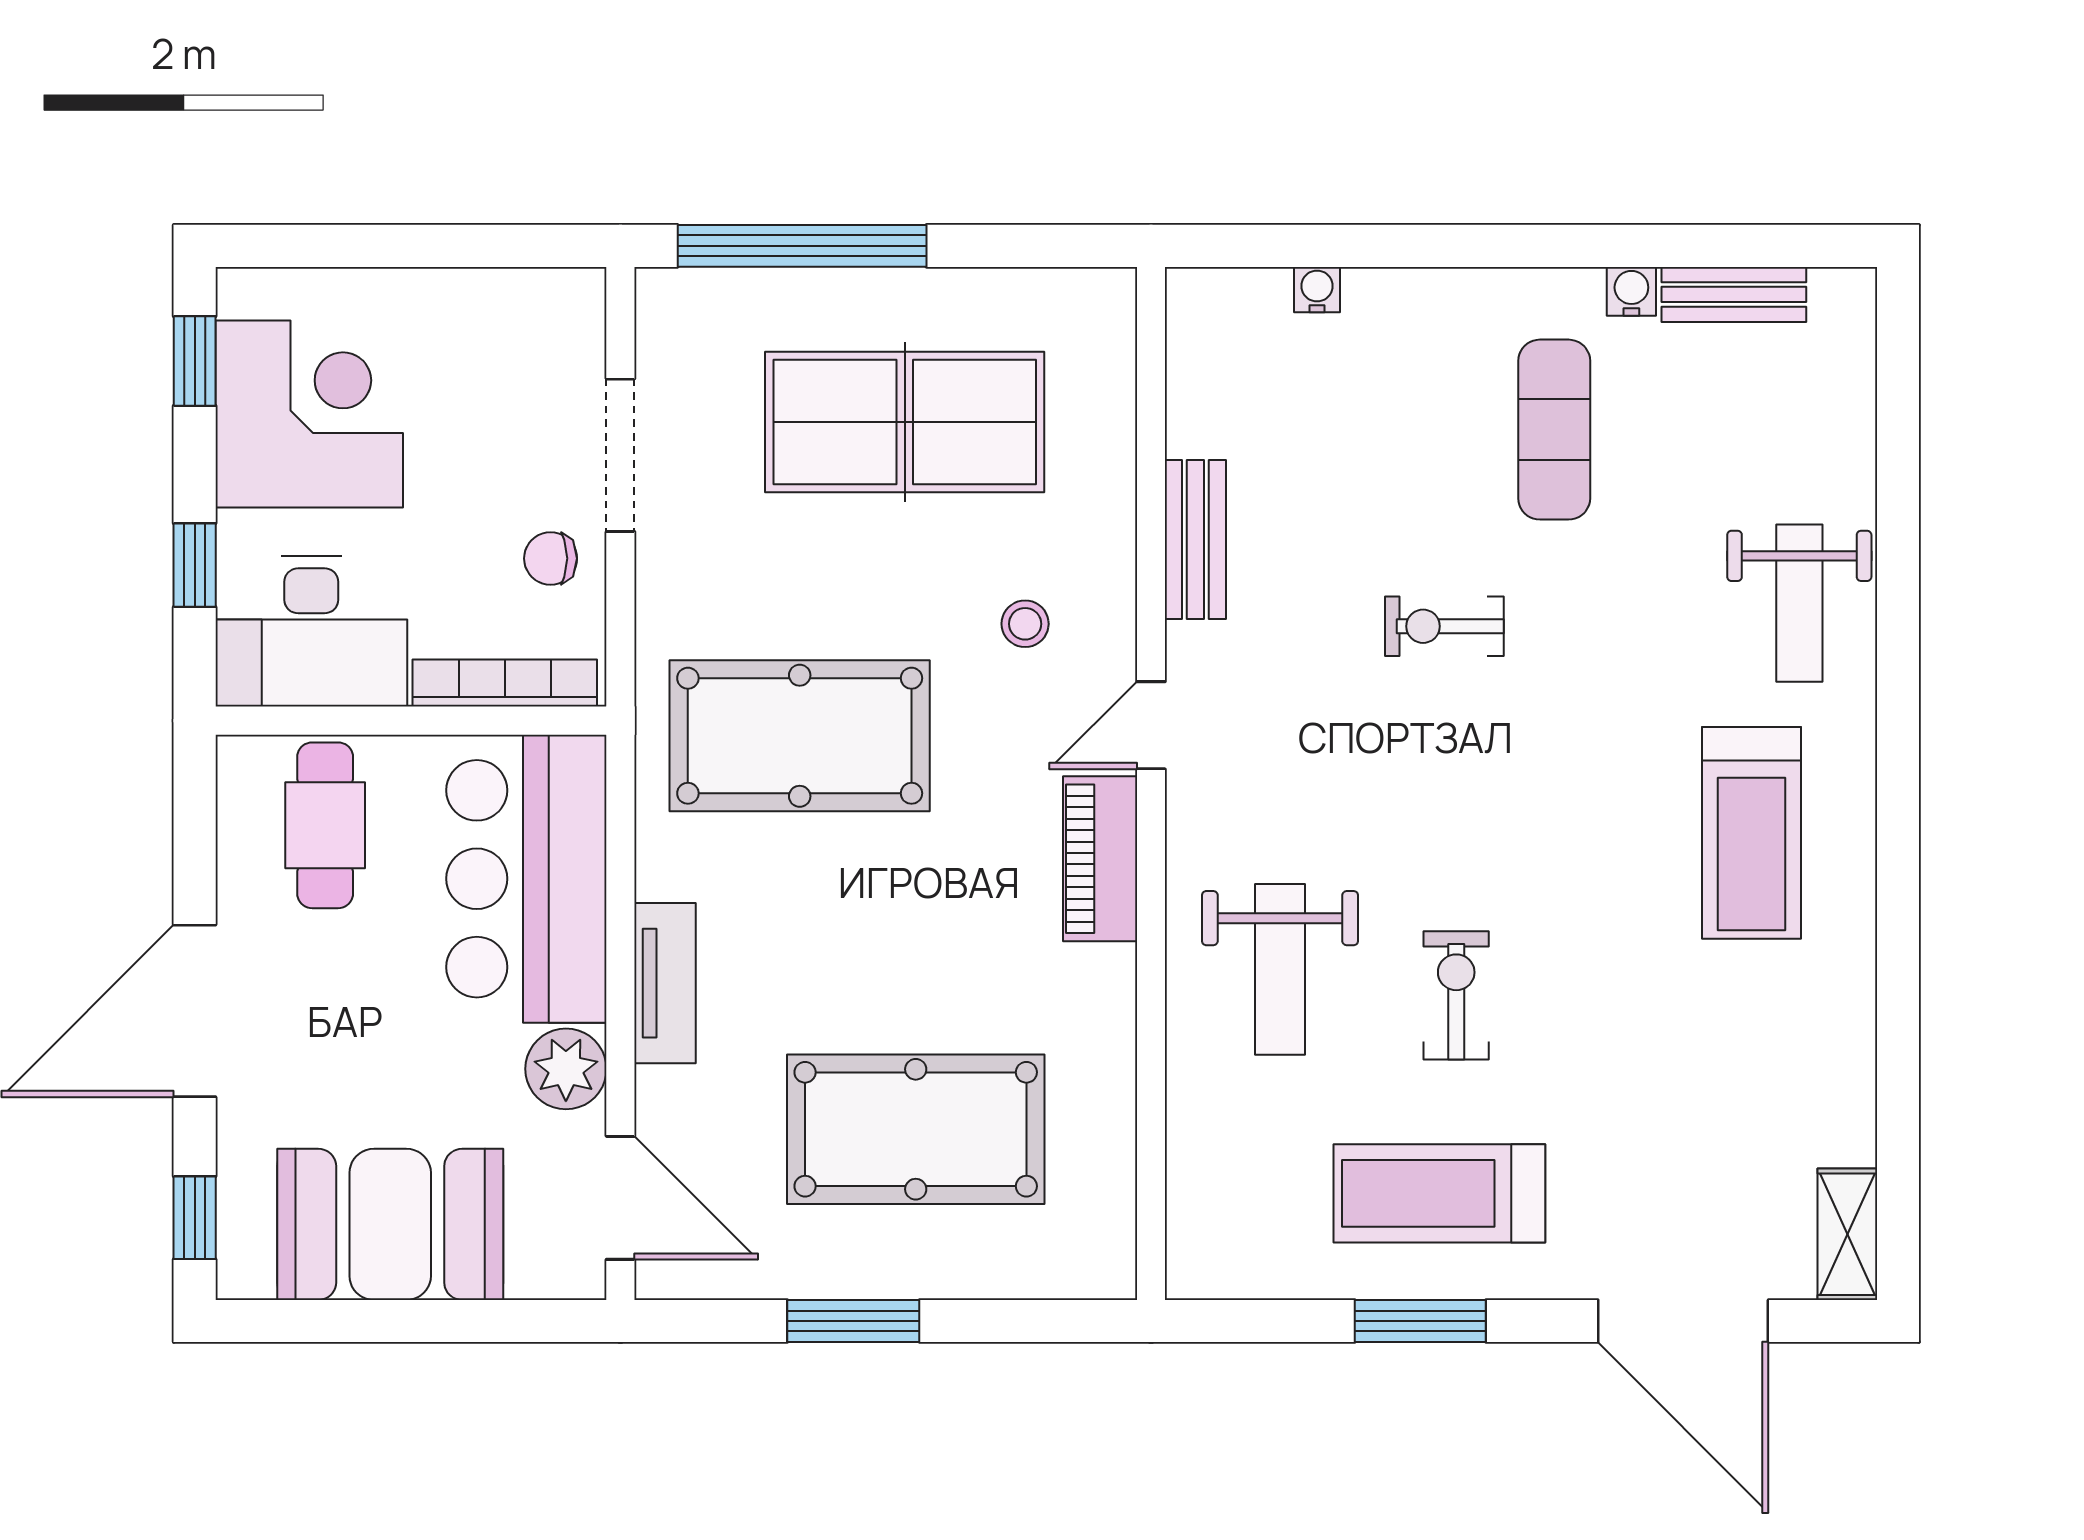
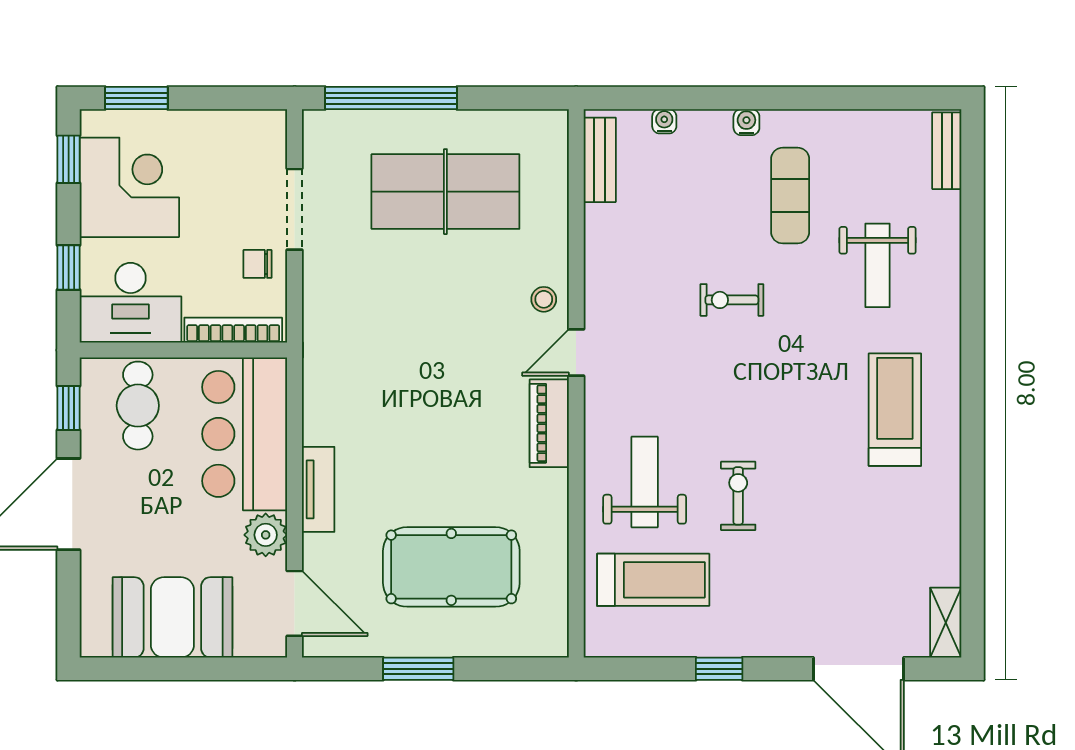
window: (322, 246) -> (136, 98), added
water cooler: (1631, 291) -> (746, 122), moved
bench: (1734, 294) -> (947, 151), moved, turned 90
bench: (1195, 539) -> (600, 160), moved
weight bench: (1799, 603) -> (878, 265), moved
stool: (1025, 624) -> (544, 299), moved
pool table: (800, 736) -> (390, 358), removed
treadmill: (1752, 833) -> (895, 410), turned 180
weight bench: (1280, 969) -> (645, 482), turned 180
treadmill: (1439, 1193) -> (653, 580), moved, turned 180
window: (195, 1218) -> (69, 408), moved
window: (1420, 1321) -> (719, 669), width x0.67

